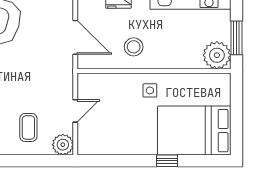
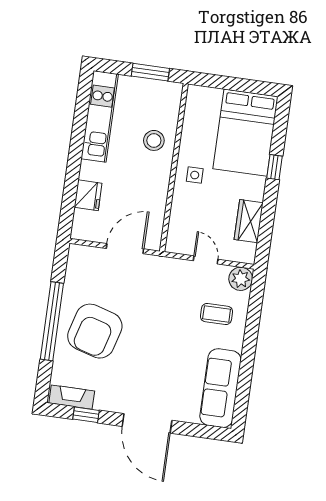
stool: (134, 47) -> (154, 140), moved
plant: (217, 55) -> (166, 96), removed
wardrobe: (116, 145) -> (249, 221), added

